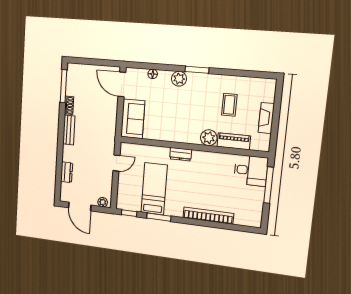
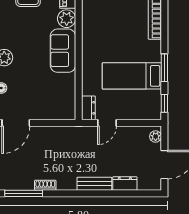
sofa: (133, 119) -> (63, 51), moved, turned -90
bench: (69, 130) -> (94, 184), moved
dresser: (181, 154) -> (88, 108), moved
door: (116, 163) -> (107, 123), swing flipped

